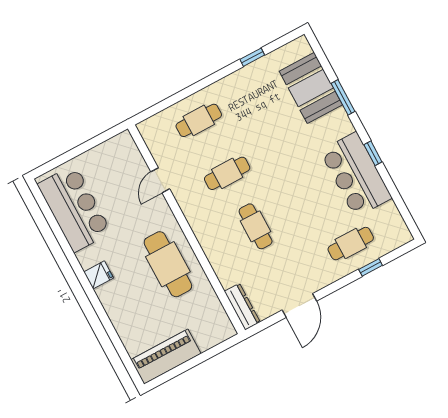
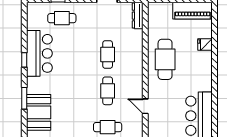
cafe table: (227, 173) -> (108, 91), turned 90
door: (160, 180) -> (145, 106), swing flipped
fridge: (99, 275) -> (205, 45), moved

